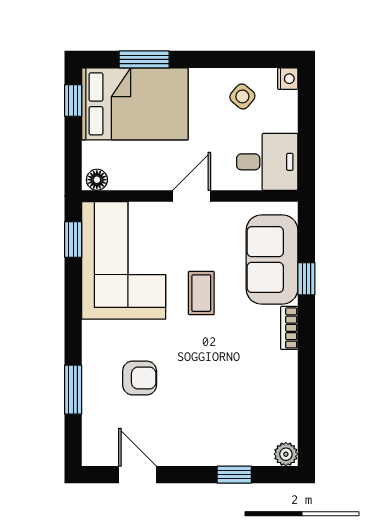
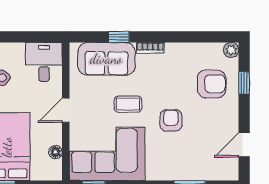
floor lamp: (97, 180) -> (55, 152), moved
door: (192, 196) -> (66, 110), hinge flipped
armchair: (140, 378) -> (171, 120), moved
armchair: (233, 424) -> (212, 84), added

